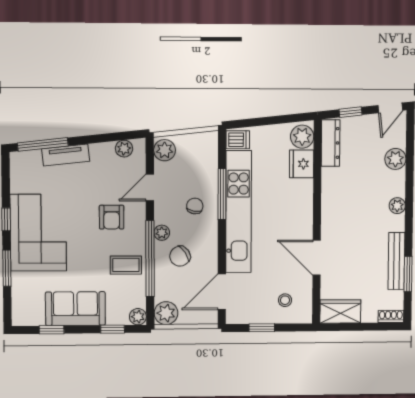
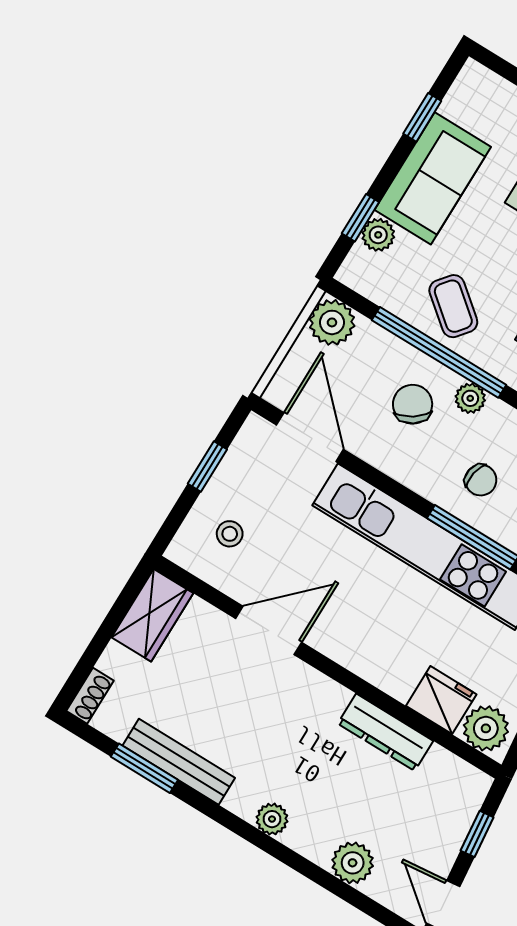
dresser: (331, 143) -> (385, 732), moved
coffee table: (126, 265) -> (453, 306), turned -51
plant: (138, 317) -> (378, 235), moved

